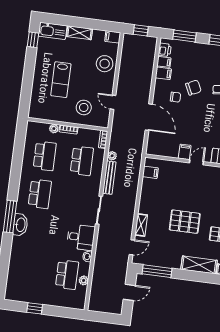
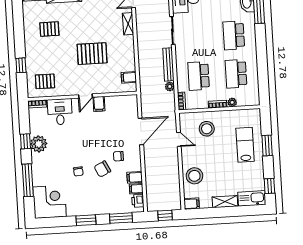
window: (28, 80) -> (267, 145), added
lab bench: (61, 80) -> (245, 145), moved
door: (149, 117) -> (141, 131), swing flipped
pallet: (185, 222) -> (92, 54), moved

